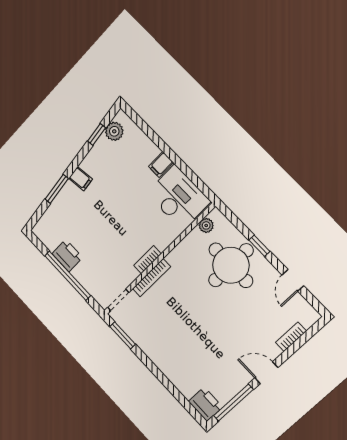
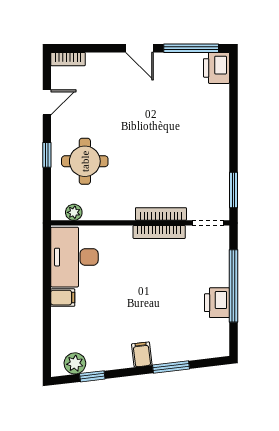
bookcase: (147, 260) -> (159, 232), width x1.56
round table: (231, 265) -> (85, 161), width x0.73, depth x0.73
bookcase: (291, 337) -> (68, 59), moved

